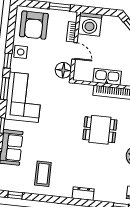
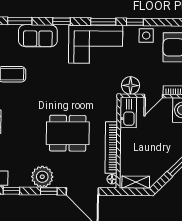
kitchen sink: (107, 77) -> (128, 112), moved
dining table: (100, 130) -> (68, 133), width x1.38

